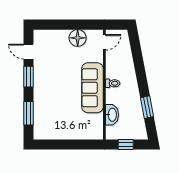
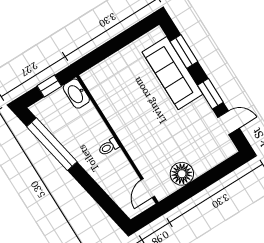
sofa: (92, 88) -> (172, 73), moved, turned 180
window: (147, 107) -> (52, 144), width x2.11
washbasin: (112, 115) -> (76, 94), moved

